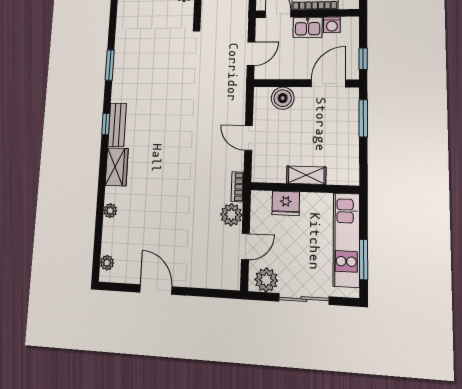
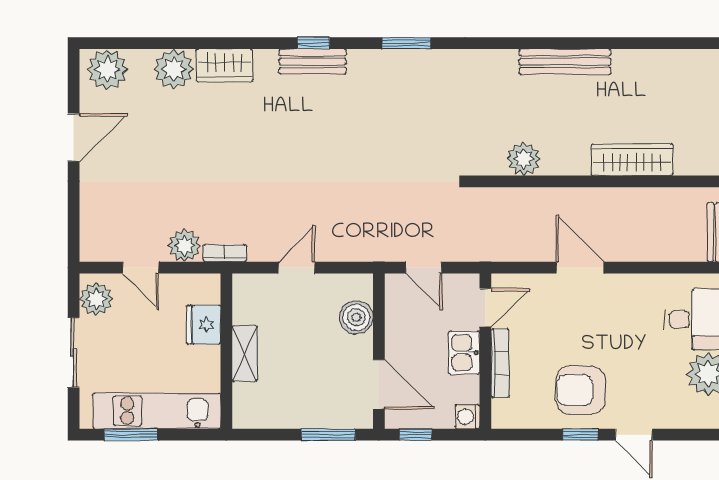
washing machine: (332, 25) -> (467, 417), moved
wardrobe: (117, 167) -> (224, 65), moved
plant: (110, 211) -> (174, 69), width x1.88, depth x1.88
plant: (107, 263) -> (107, 69), width x1.88, depth x1.88

